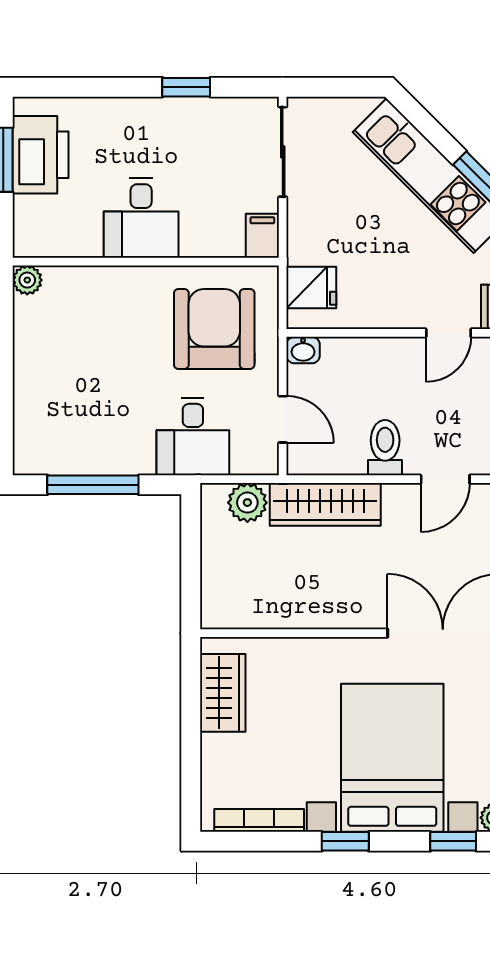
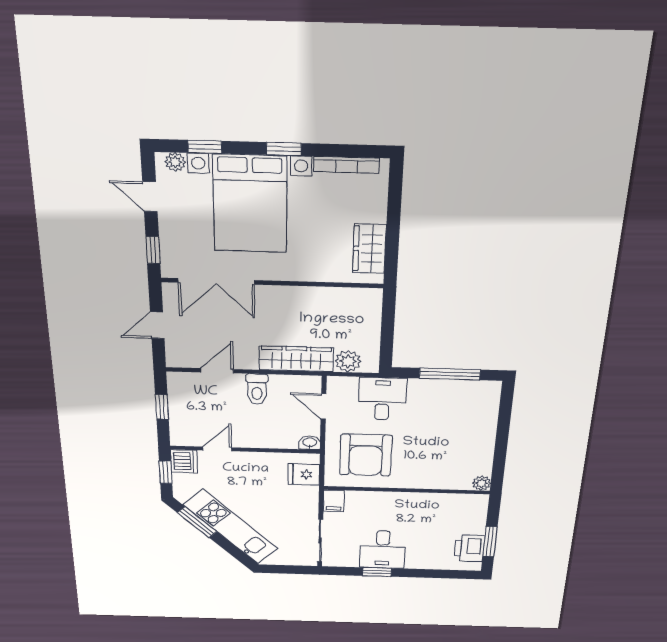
printer: (40, 155) -> (469, 548), width x0.73, depth x0.84
desk: (141, 218) -> (383, 549), moved, turned 180

